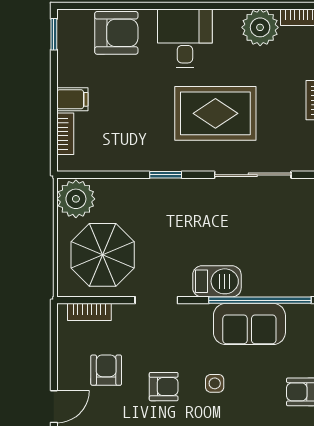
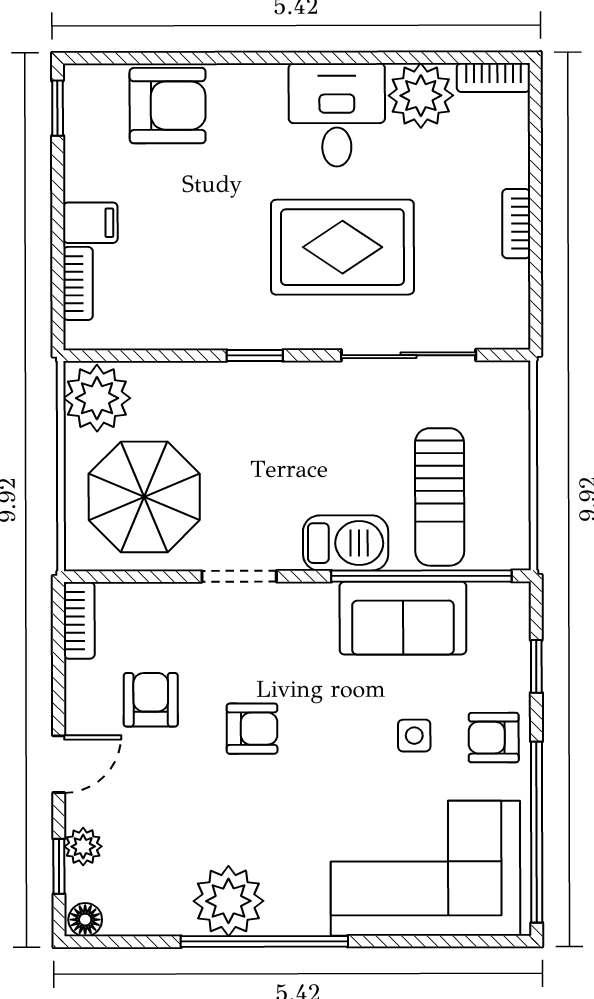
desk: (185, 38) -> (337, 115), moved
sun lounger: (270, 255) -> (440, 497), added
bookcase: (89, 312) -> (79, 620), moved, turned -90
side table: (215, 383) -> (414, 736), moved

